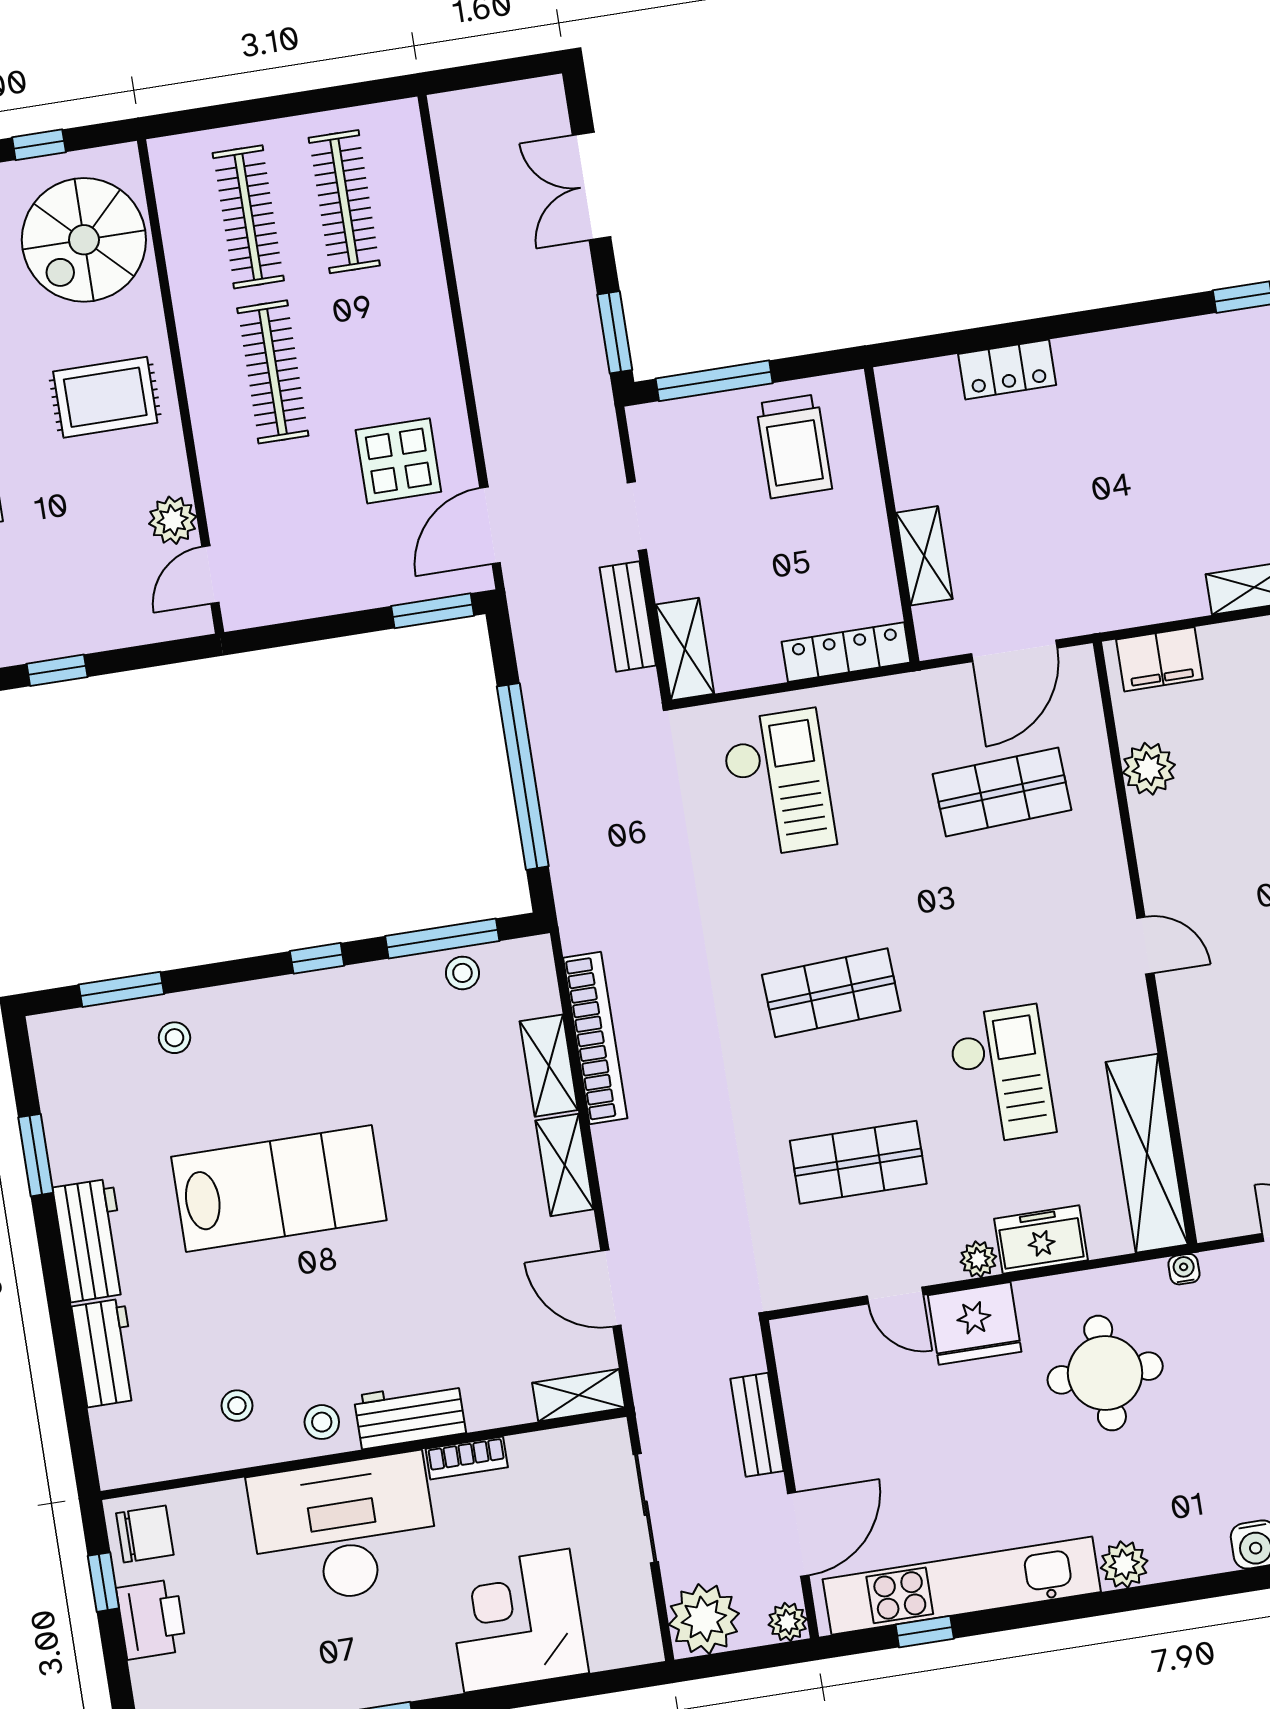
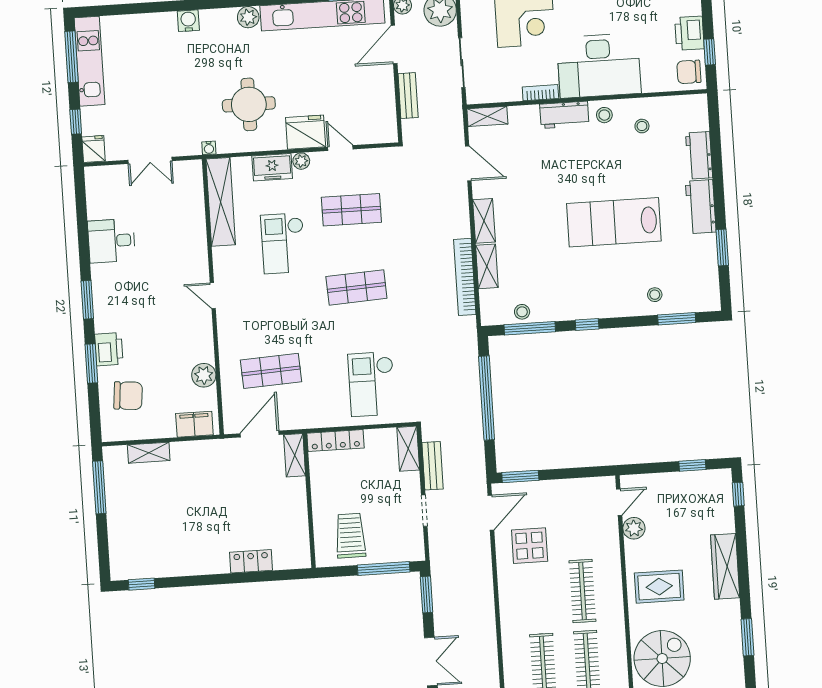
shelving: (924, 556) -> (295, 455), moved

